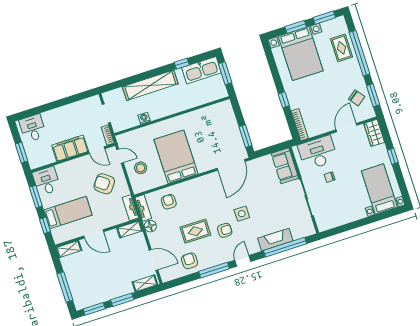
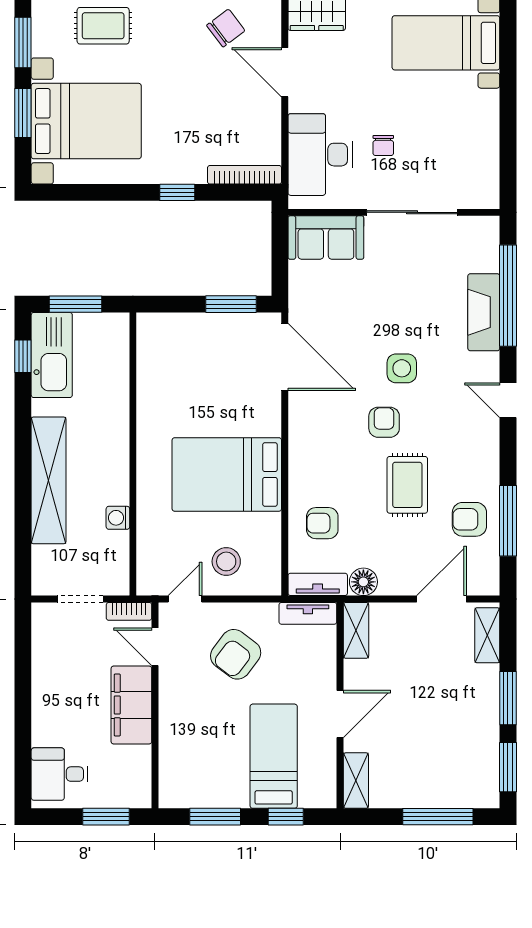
window: (182, 64) -> (23, 356), moved
door: (97, 150) -> (155, 647), swing flipped
desk: (47, 181) -> (188, 781), removed
armchair: (225, 230) -> (384, 422), moved
window: (214, 270) -> (508, 521), moved

